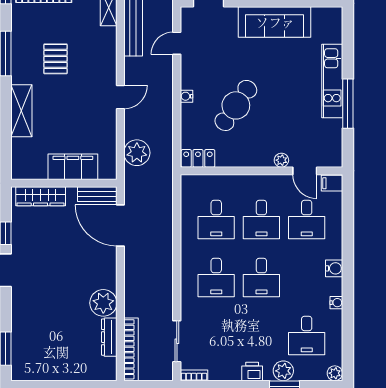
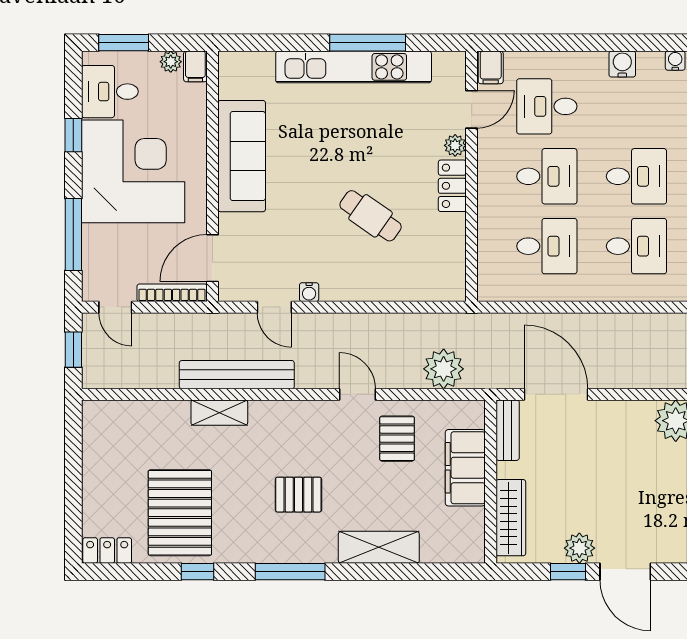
kitchen unit: (332, 81) -> (354, 67), width x1.36
water cooler: (186, 96) -> (309, 292), moved
cafe table: (236, 105) -> (371, 216), width x0.73, depth x0.74
pallet: (92, 123) -> (397, 439), added
locker: (198, 158) -> (452, 186), moved
desk: (307, 220) -> (547, 106), turned 180
door: (120, 225) -> (556, 394), swing flipped
plant: (21, 241) -> (579, 548), added

